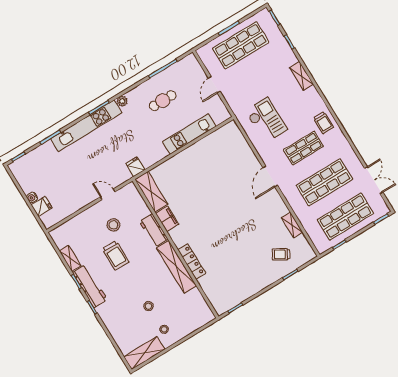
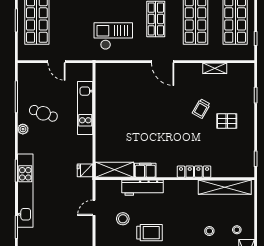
plant: (122, 101) -> (23, 129), moved
cafe table: (163, 101) -> (43, 113), turned -71
workbench: (154, 230) -> (142, 188), width x1.38
trolley: (281, 254) -> (201, 109), moved
pallet: (253, 263) -> (227, 121), added
shelving: (176, 267) -> (225, 187), moved

